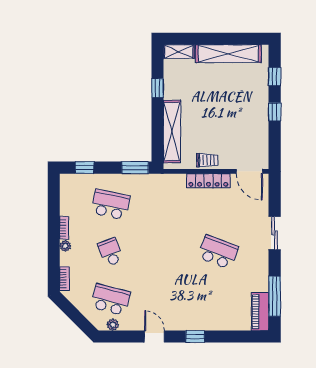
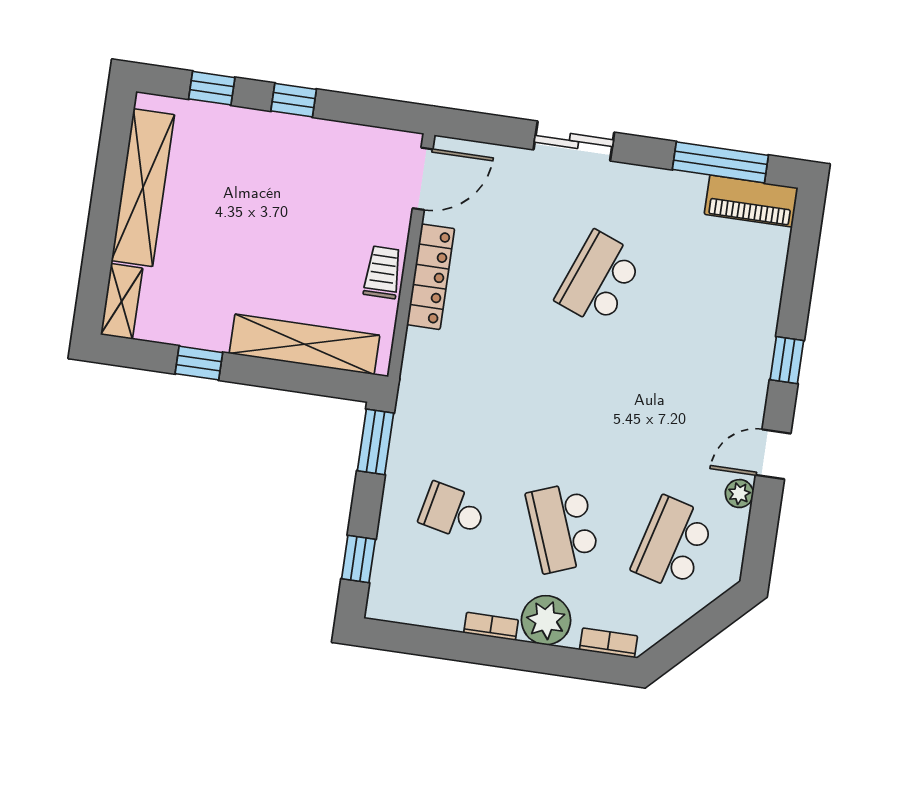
school desk: (110, 204) -> (453, 511), width x0.54
plant: (65, 246) -> (546, 620), width x1.87, depth x1.87
school desk: (110, 252) -> (563, 527), width x1.85
plant: (113, 325) -> (739, 494), moved

